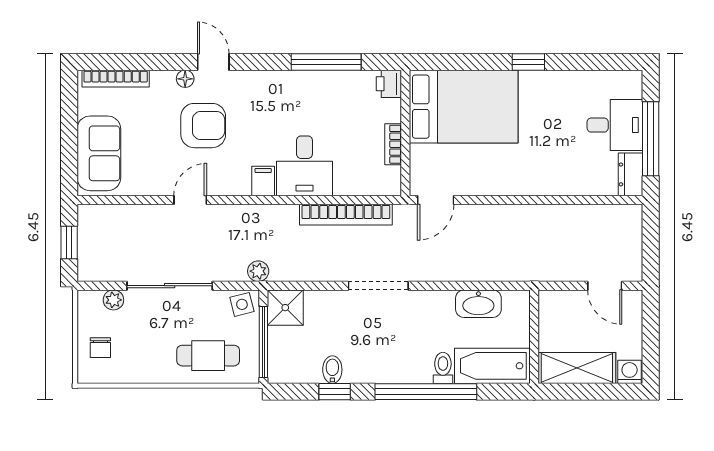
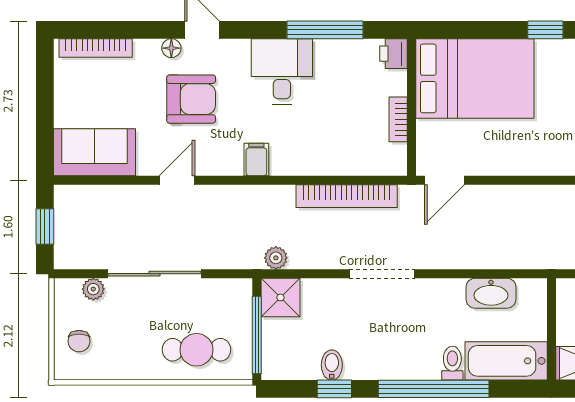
sofa: (99, 153) -> (95, 152), moved, turned -90
desk: (304, 166) -> (282, 71), moved, turned 180
plant: (258, 271) -> (276, 258), moved
side table: (242, 304) -> (233, 294), removed

